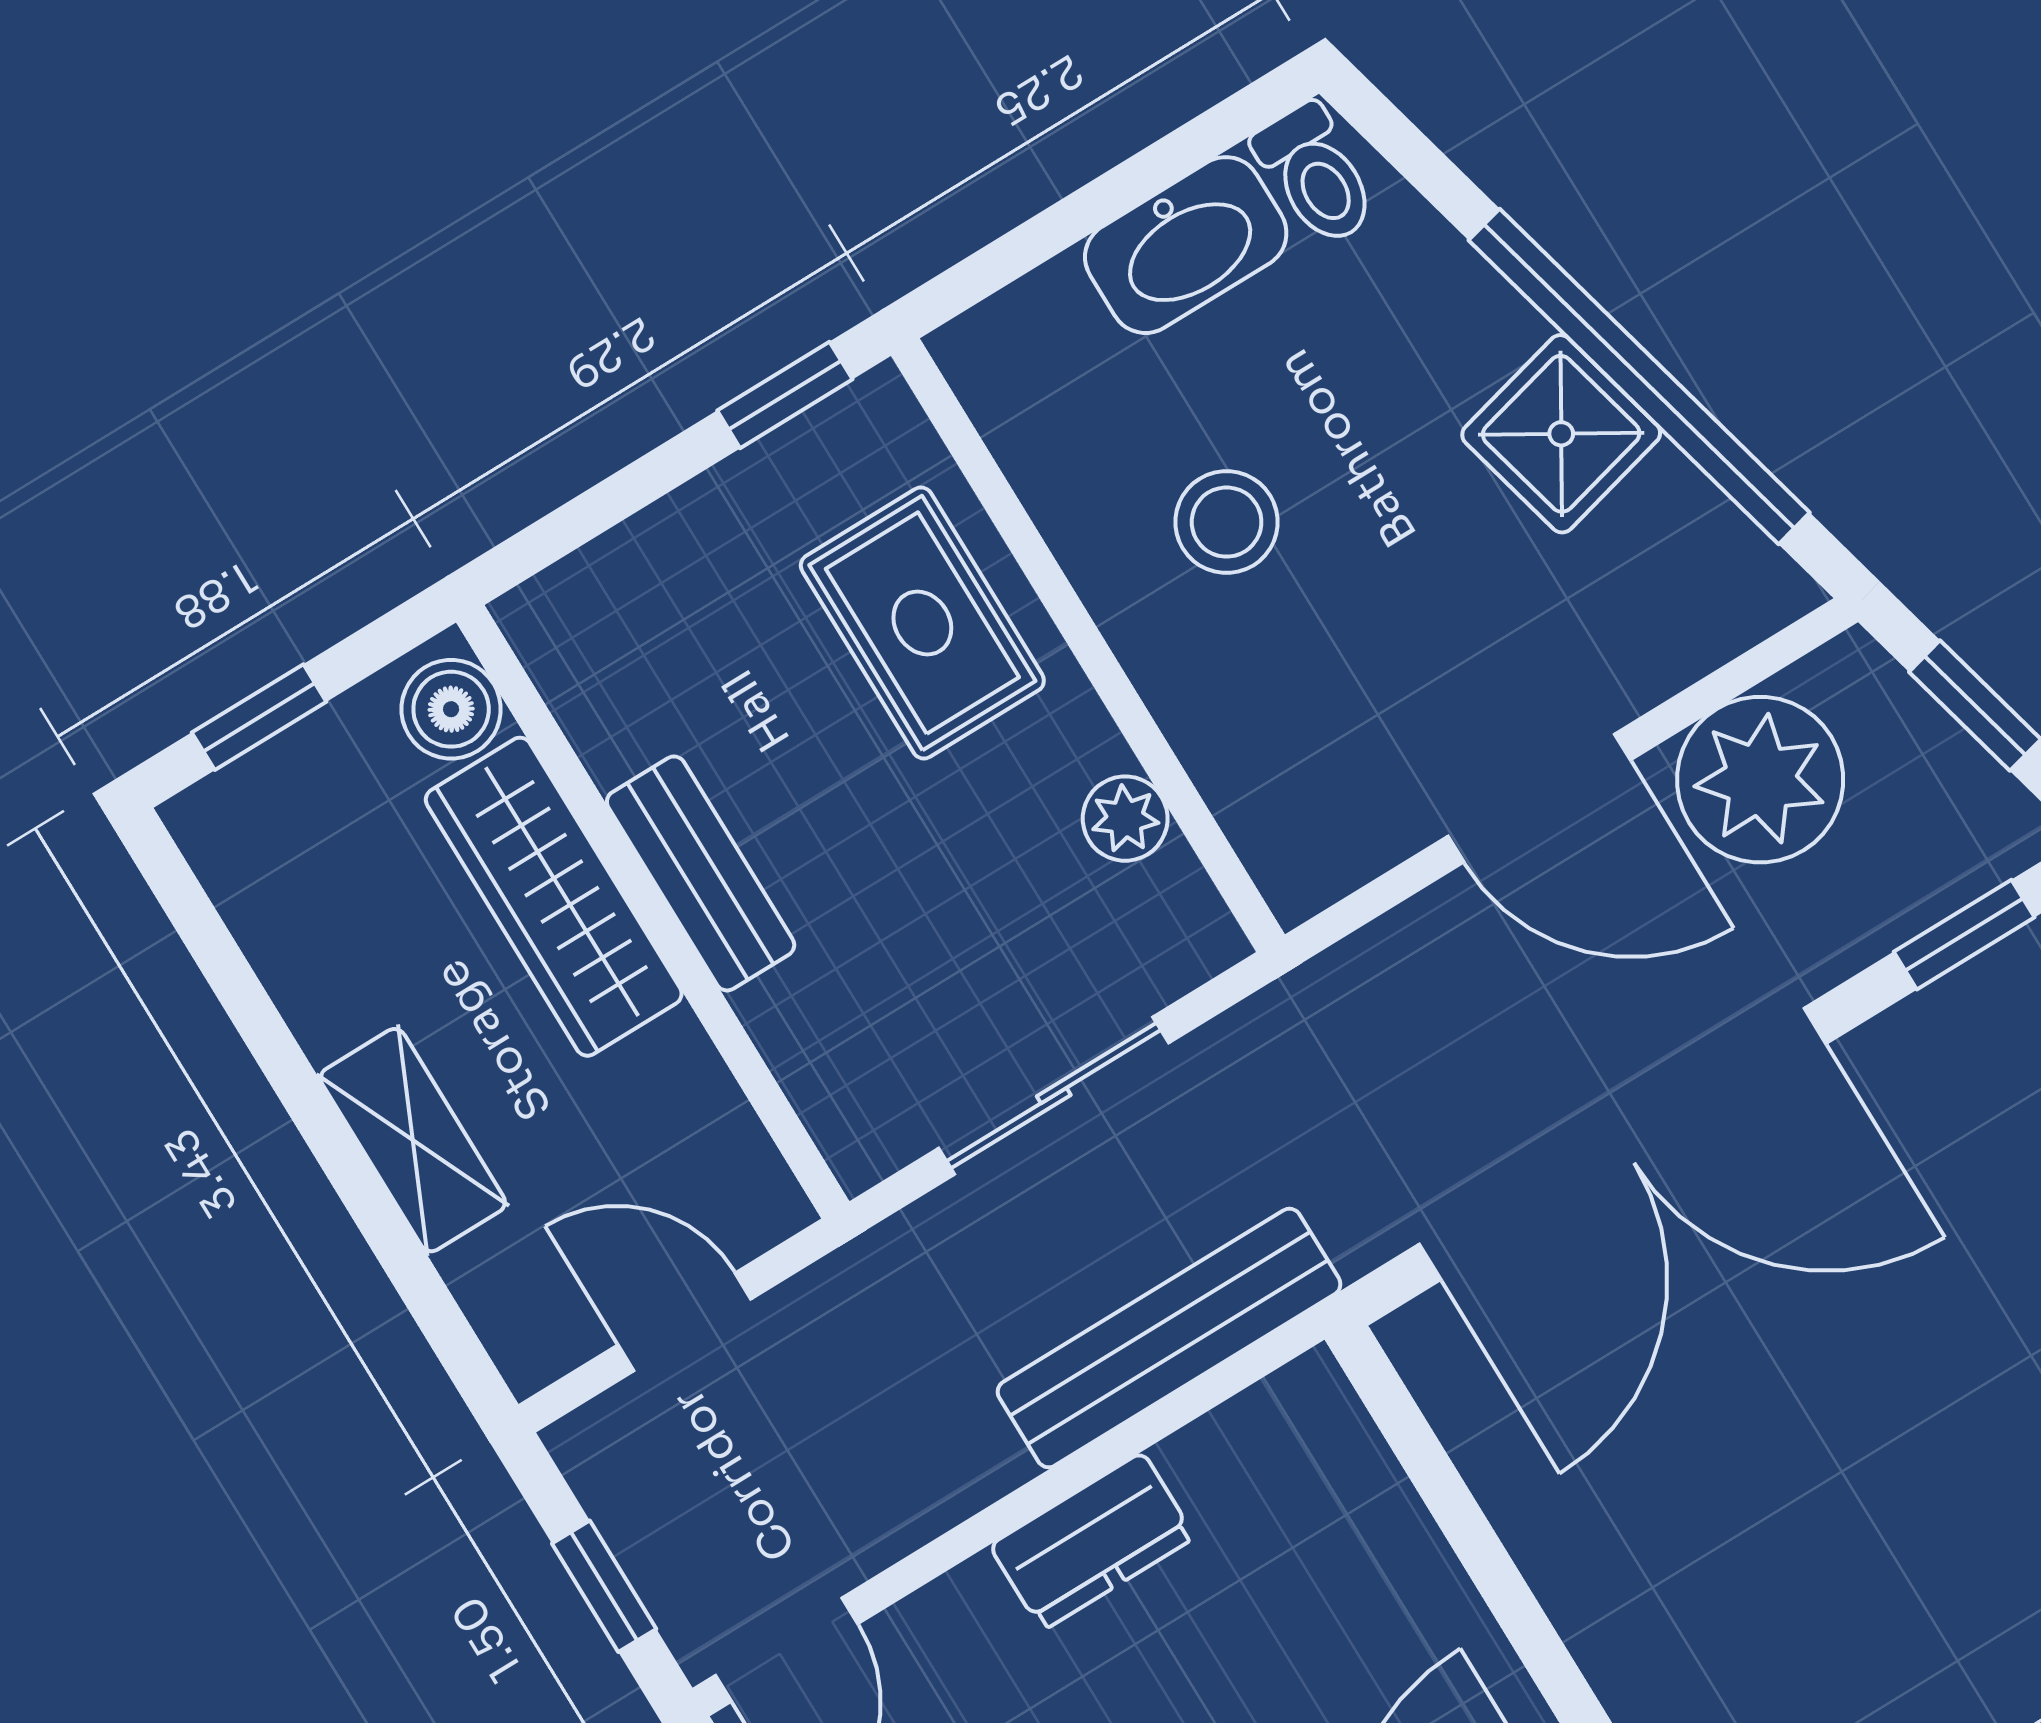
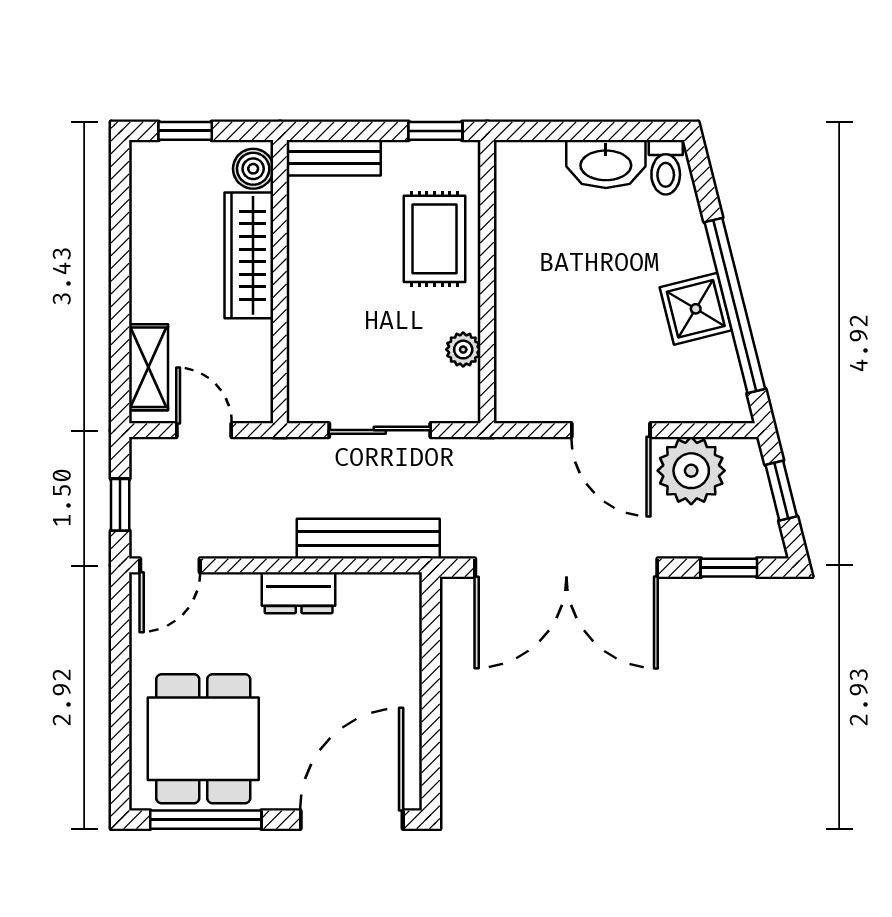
stool: (1227, 522) -> (561, 268), removed
bench: (701, 873) -> (334, 158), moved, turned 90
shelving: (413, 1140) -> (149, 367), moved

